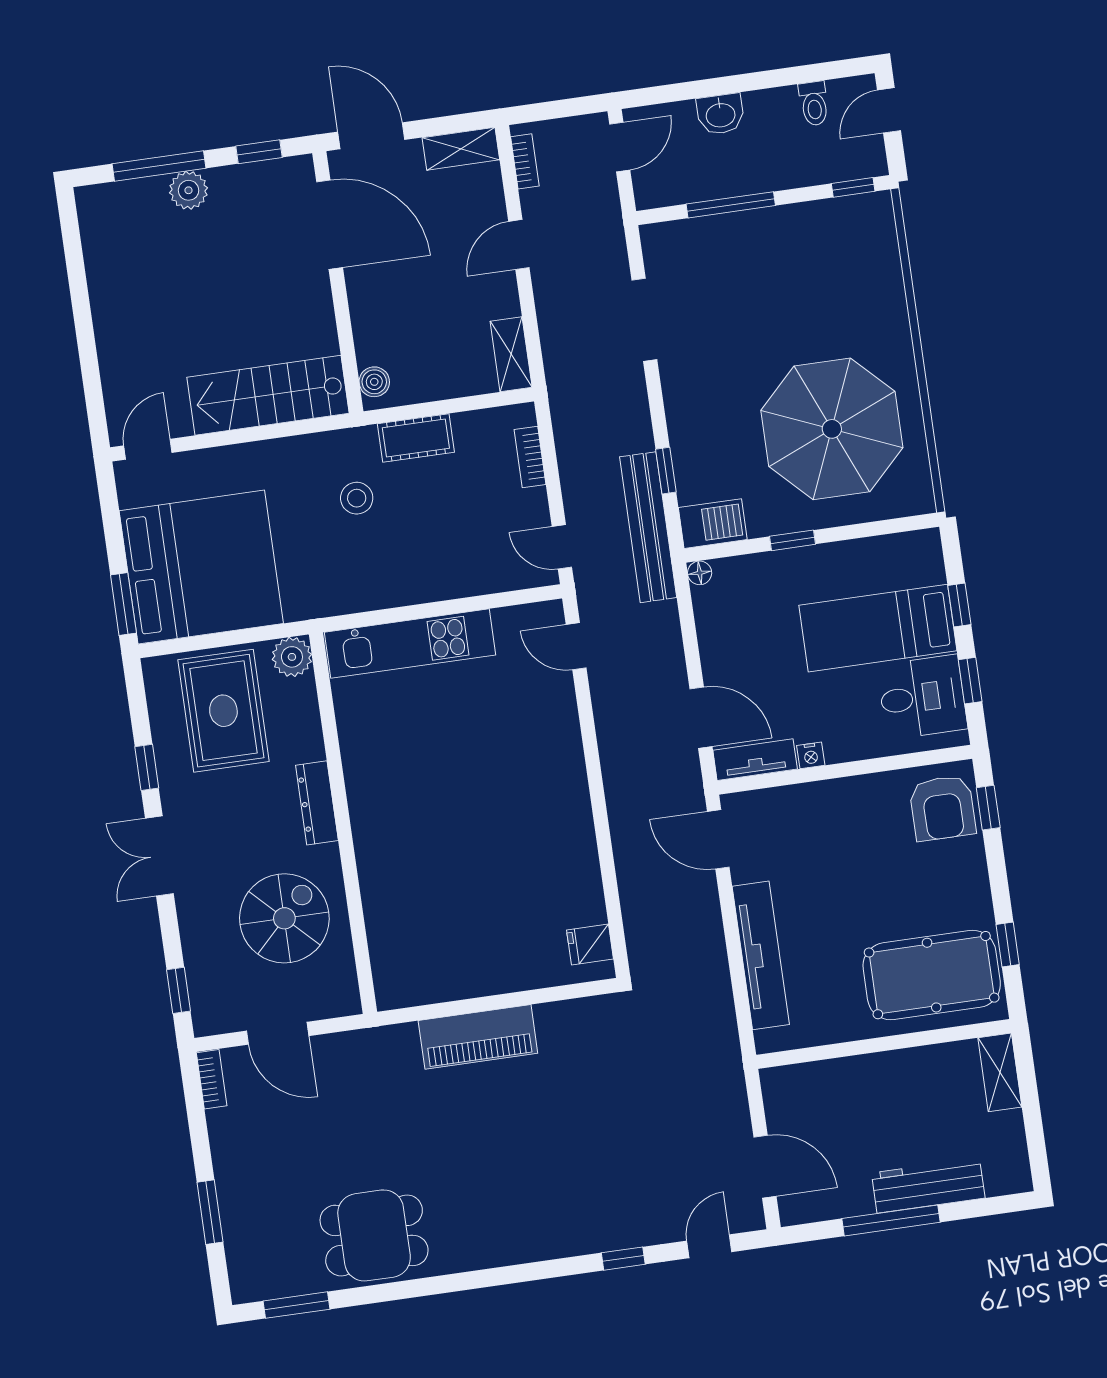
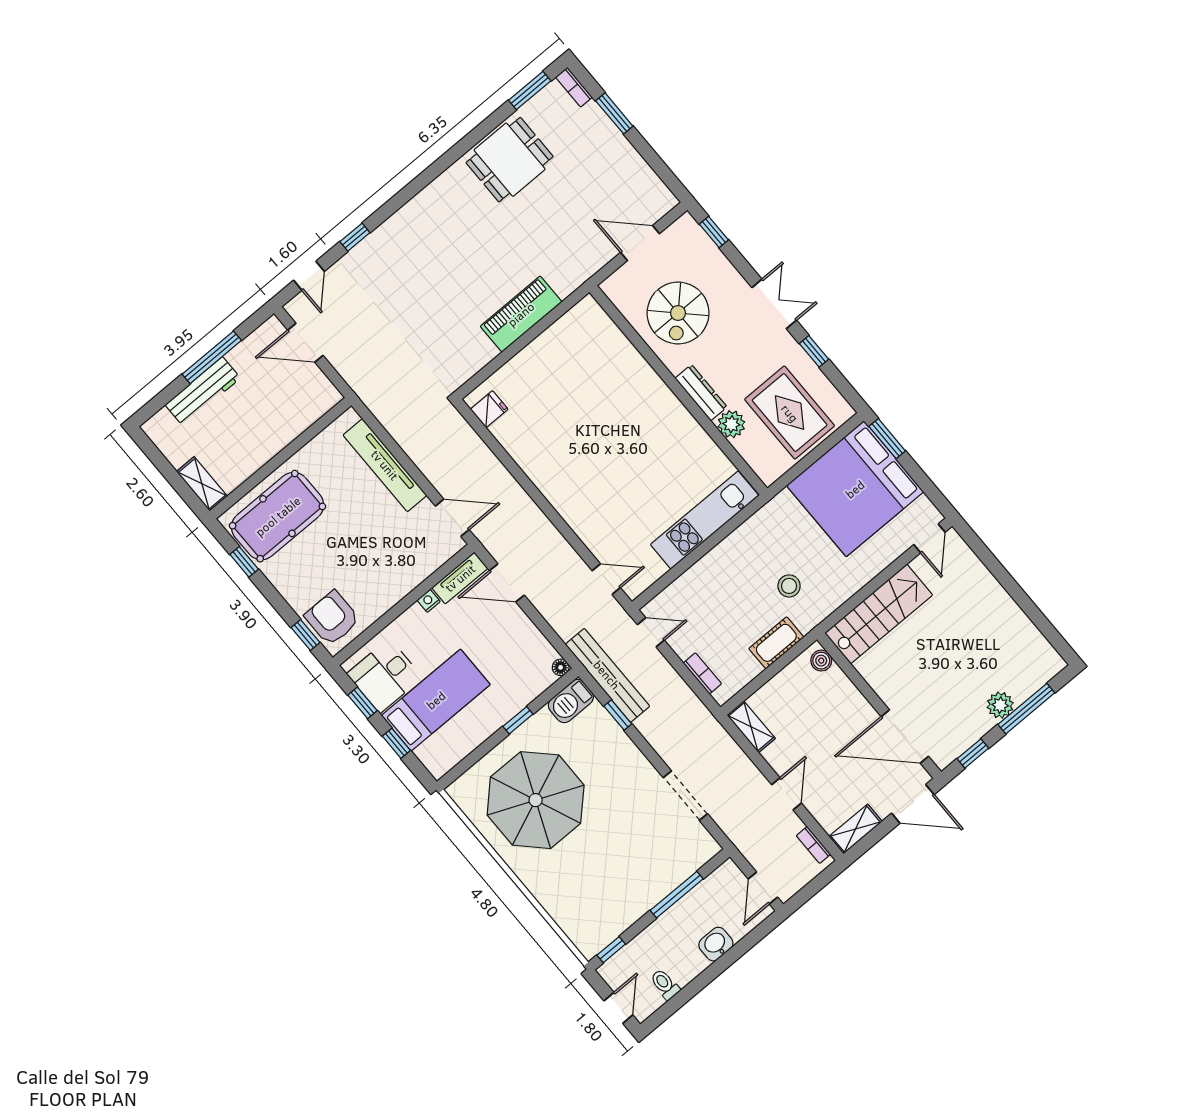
plant: (292, 657) -> (731, 424), moved
bookcase: (212, 1079) -> (574, 87), moved

